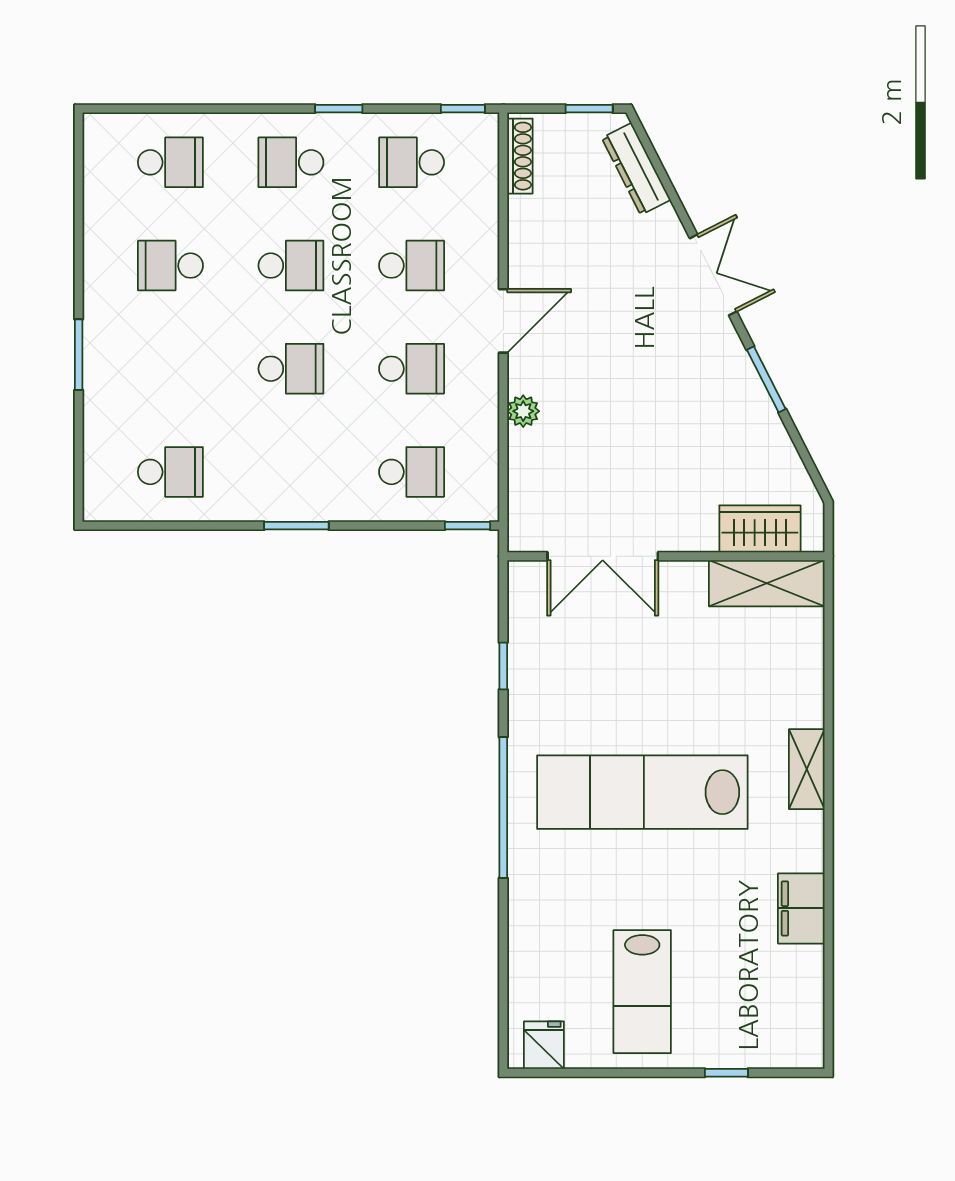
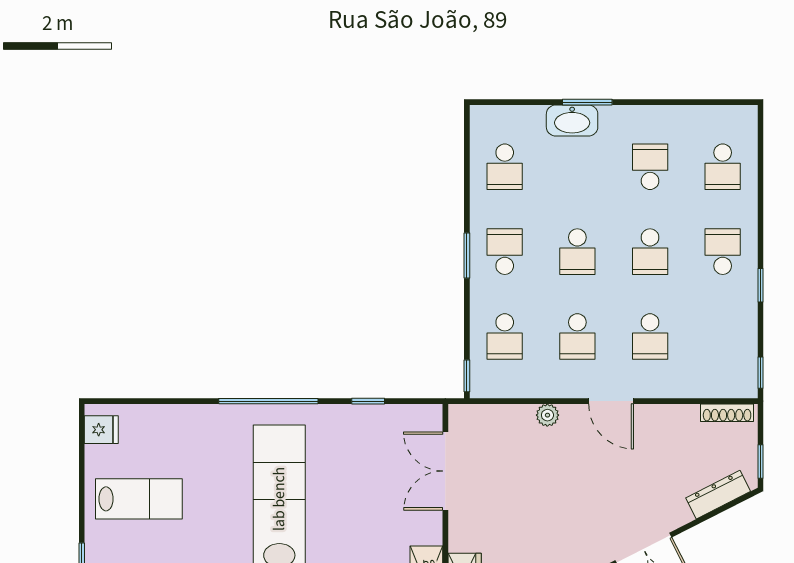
school desk: (412, 162) -> (505, 252), moved
washbasin: (105, 376) -> (572, 121), added
lab bench: (642, 992) -> (139, 499), turned 180

